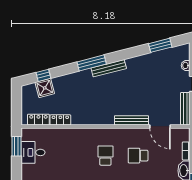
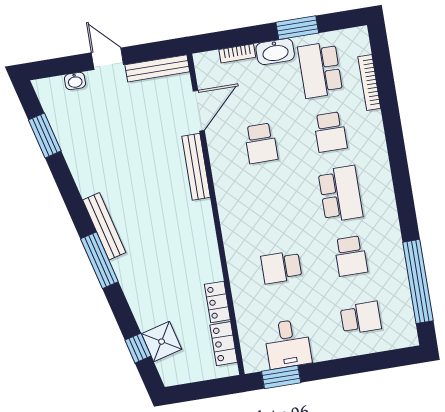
school desk: (105, 156) -> (281, 267), moved

